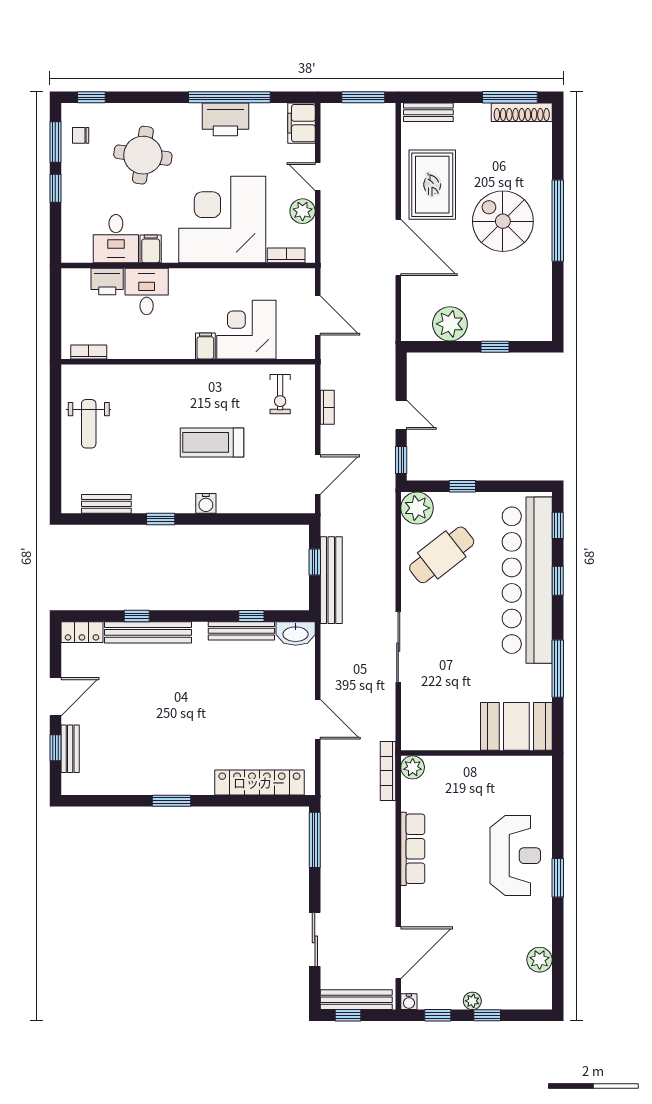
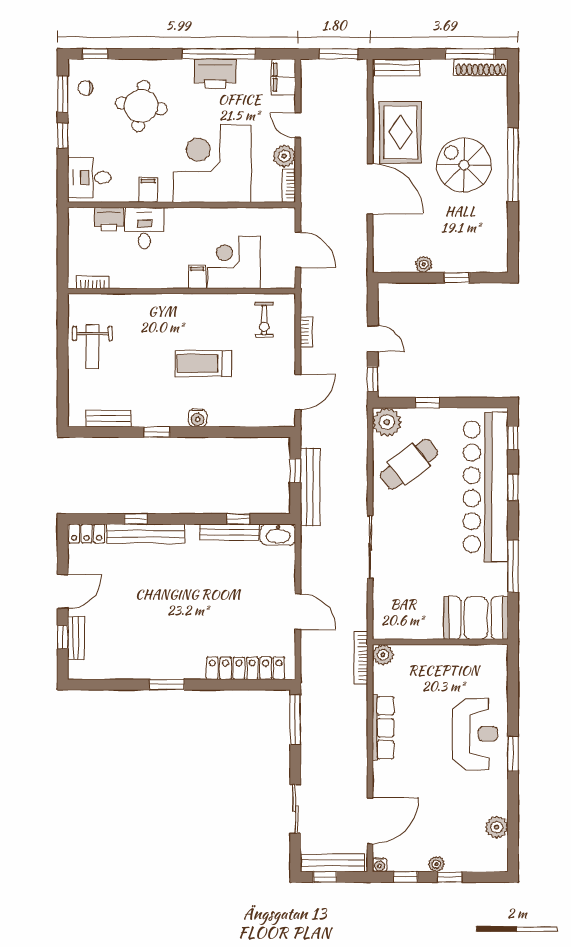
desk: (116, 239) -> (89, 177), moved, turned 90
bookcase: (286, 255) -> (289, 186), moved, turned -90
plant: (450, 324) -> (424, 264), width x0.53, depth x0.53

